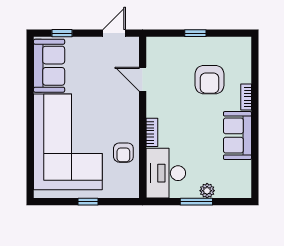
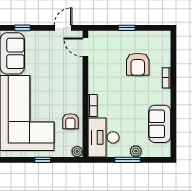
door: (143, 79) -> (85, 47), moved
sofa: (237, 136) -> (160, 124), moved
plant: (132, 191) -> (77, 151), added

